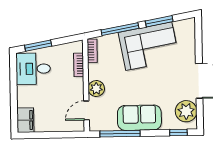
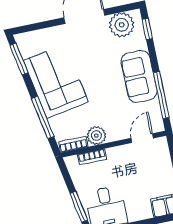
window: (159, 21) -> (19, 59), moved
plant: (96, 89) -> (96, 136), moved
door: (86, 110) -> (142, 138), swing flipped

